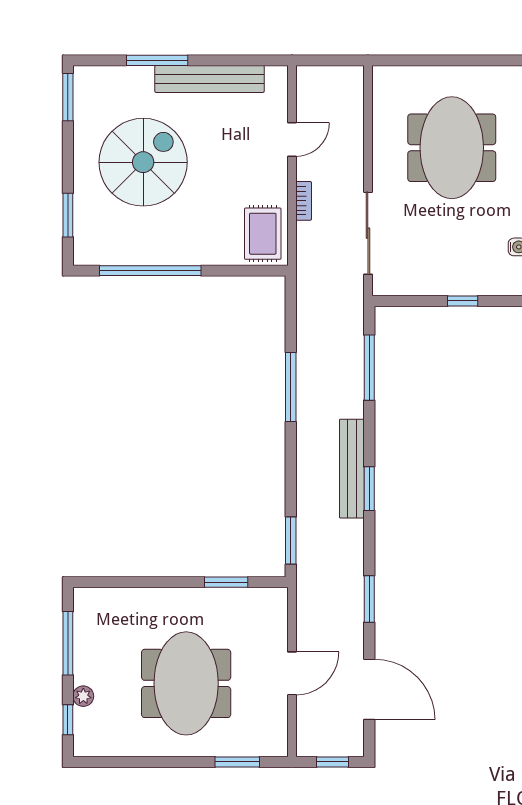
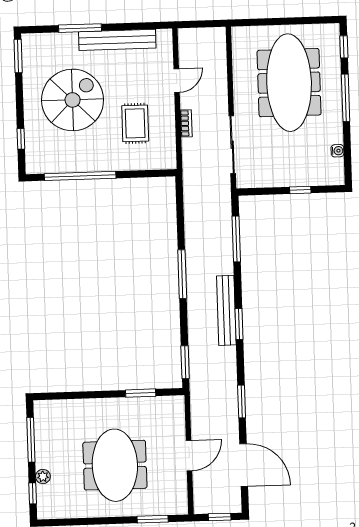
meeting table: (452, 148) -> (289, 83), width x1.36
window: (68, 215) -> (21, 139), width x0.67
rug: (263, 234) -> (135, 123), moved
window: (291, 387) -> (182, 274), moved

